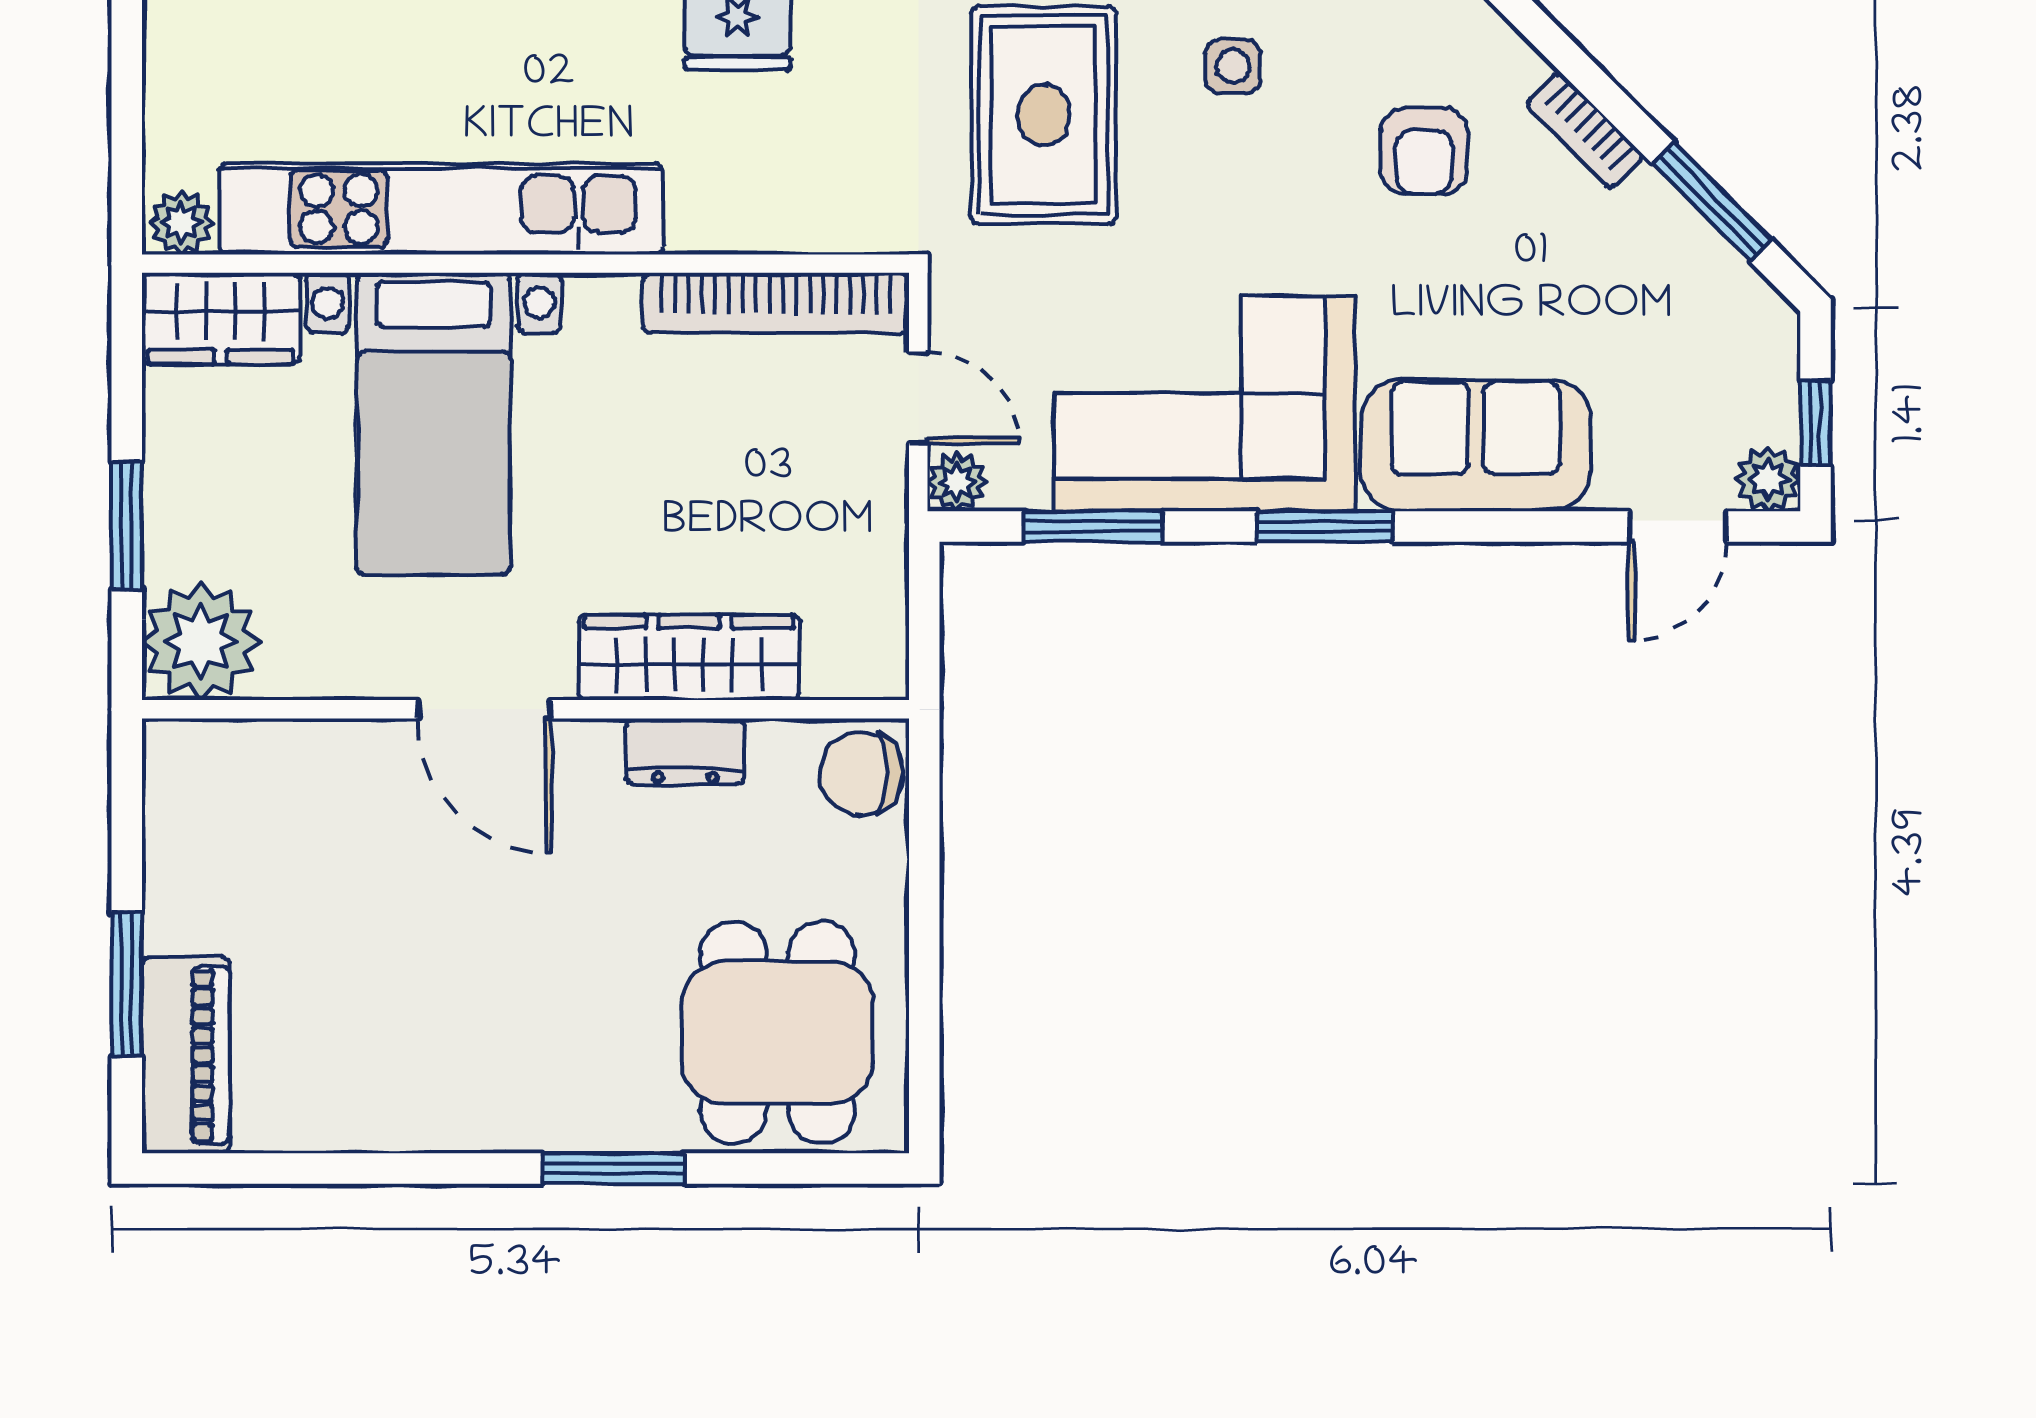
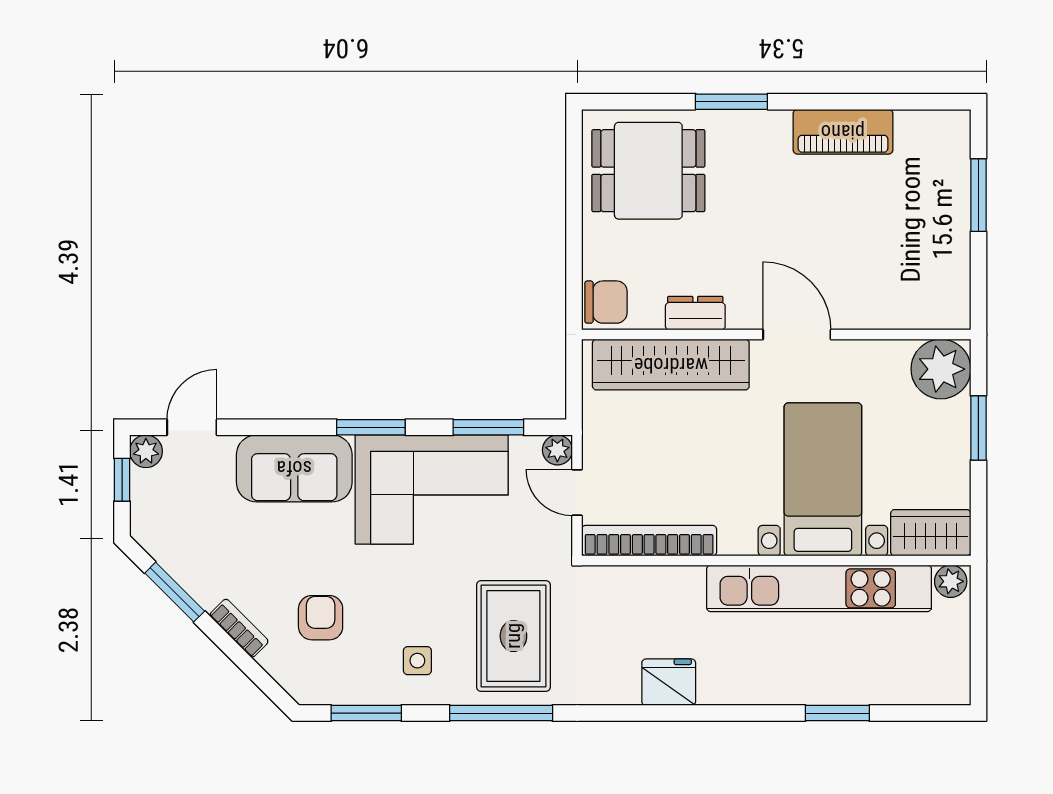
wardrobe: (689, 658) -> (671, 365), width x1.40, depth x1.17
dining table: (778, 1032) -> (648, 171), turned 90
piano: (186, 1055) -> (843, 132), moved, turned -90

